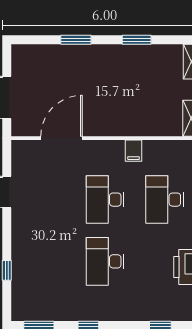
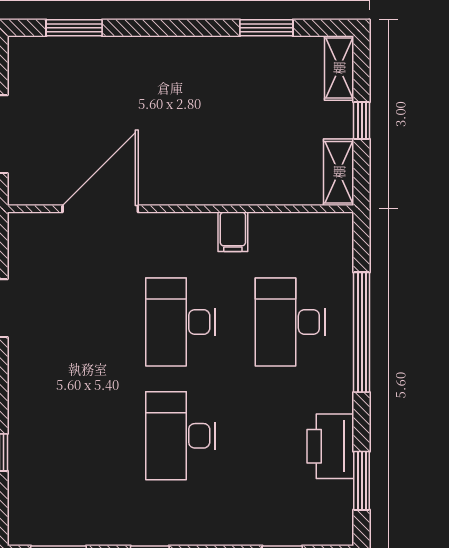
window: (76, 40) -> (74, 28), moved
window: (137, 40) -> (266, 28), moved

